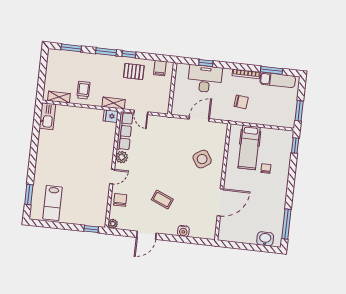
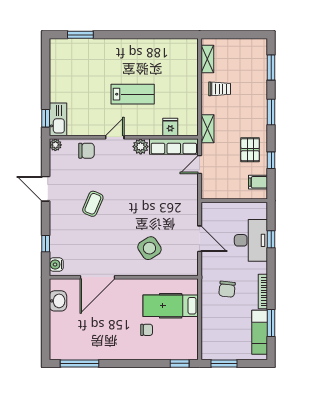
window: (129, 54) -> (271, 160), moved
kitchen sink: (47, 116) -> (58, 119), moved, turned -90
fridge: (111, 116) -> (170, 127), moved
door: (112, 177) -> (115, 137), swing flipped
door: (220, 202) -> (97, 277), hinge flipped
lab bench: (52, 203) -> (133, 94), moved, turned 180
water cooler: (183, 231) -> (56, 265), moved
washbasin: (265, 239) -> (58, 301), moved
window: (189, 240) -> (46, 244), added

